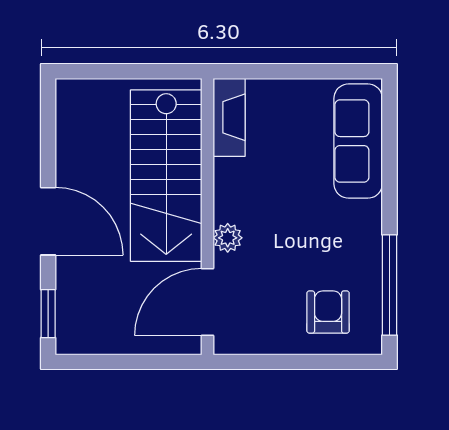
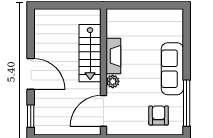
fireplace: (229, 117) -> (113, 56), moved
sofa: (358, 141) -> (172, 69), moved
stairs: (166, 176) -> (90, 53), width x0.73, depth x0.66

